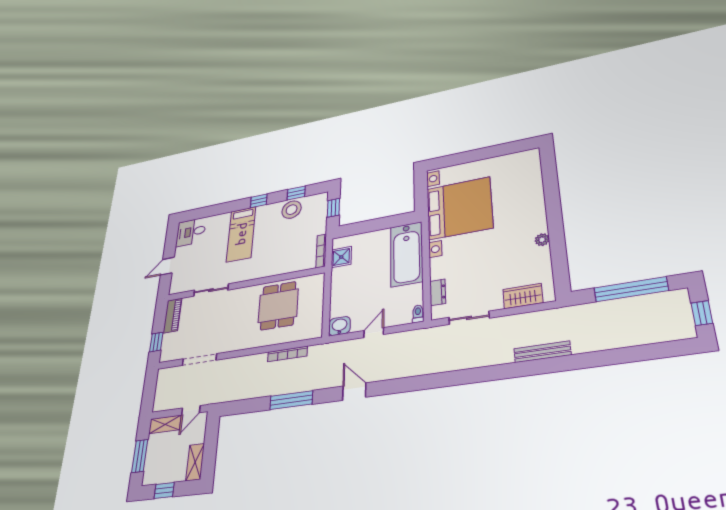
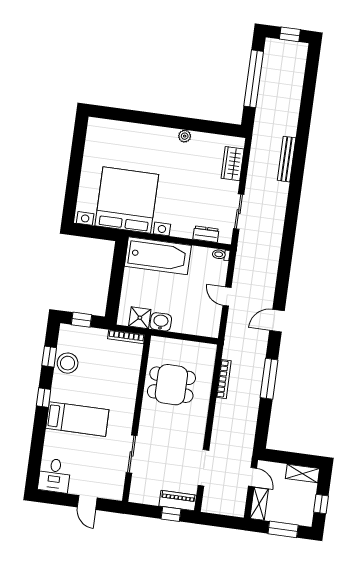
piano: (173, 316) -> (178, 501), moved
washbasin: (339, 326) -> (161, 322), moved, turned 90

